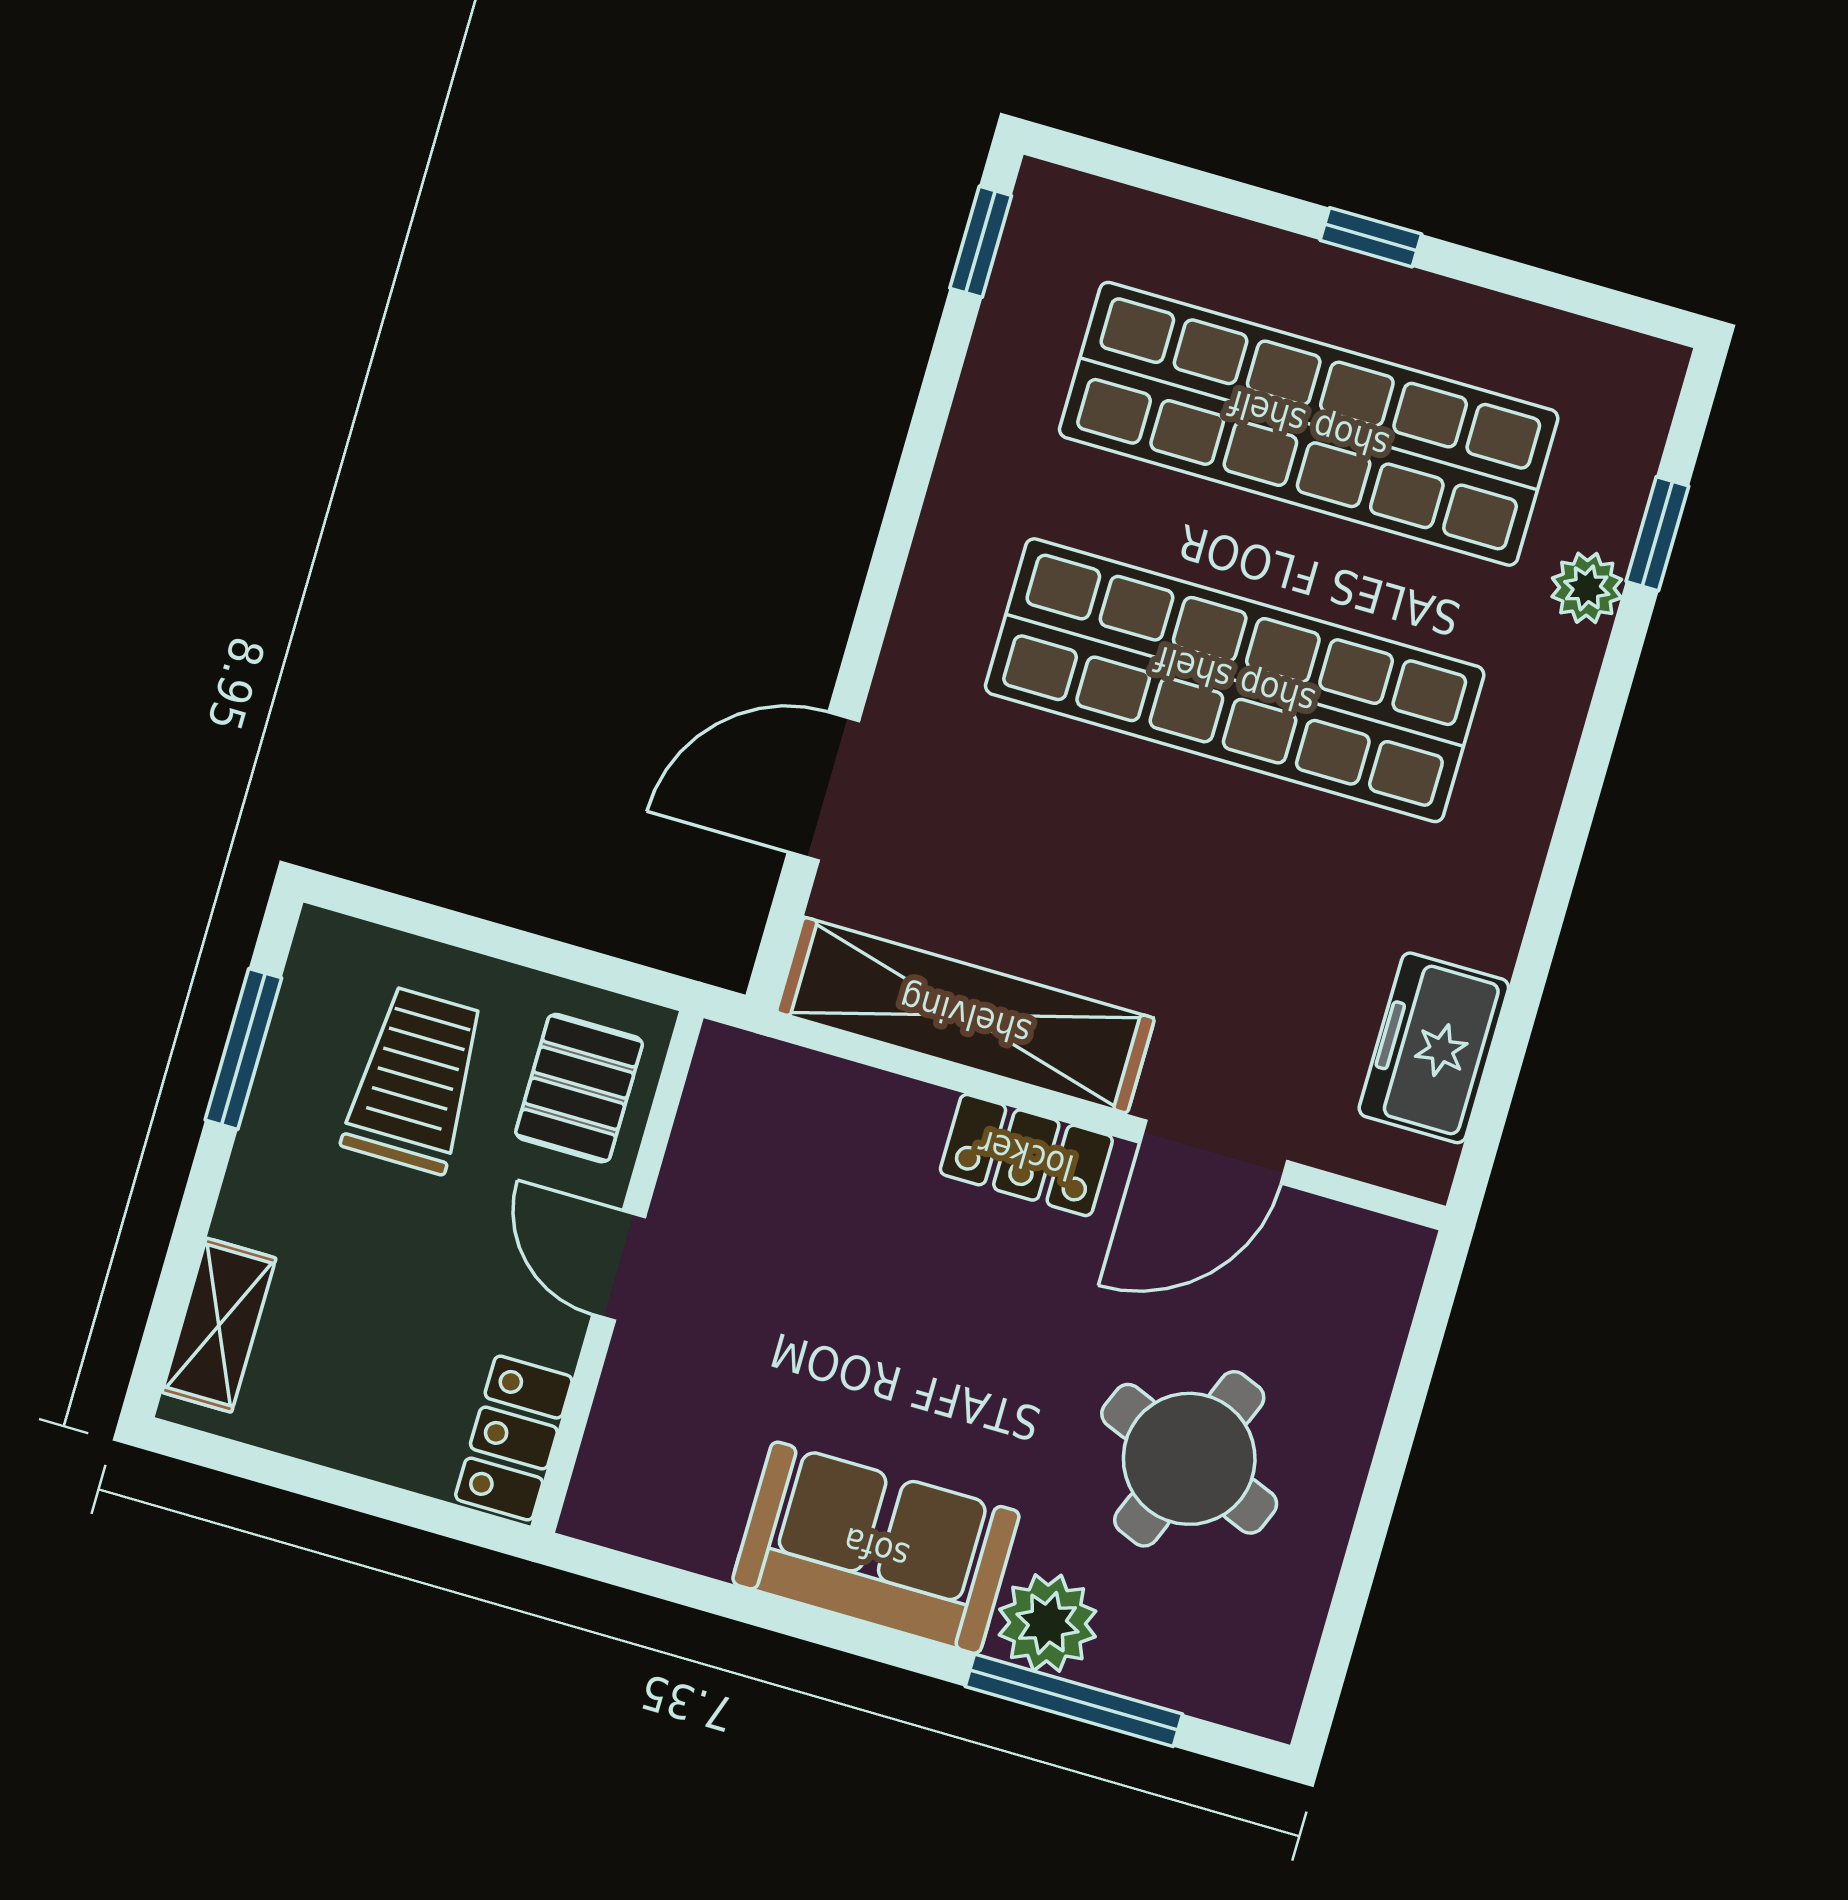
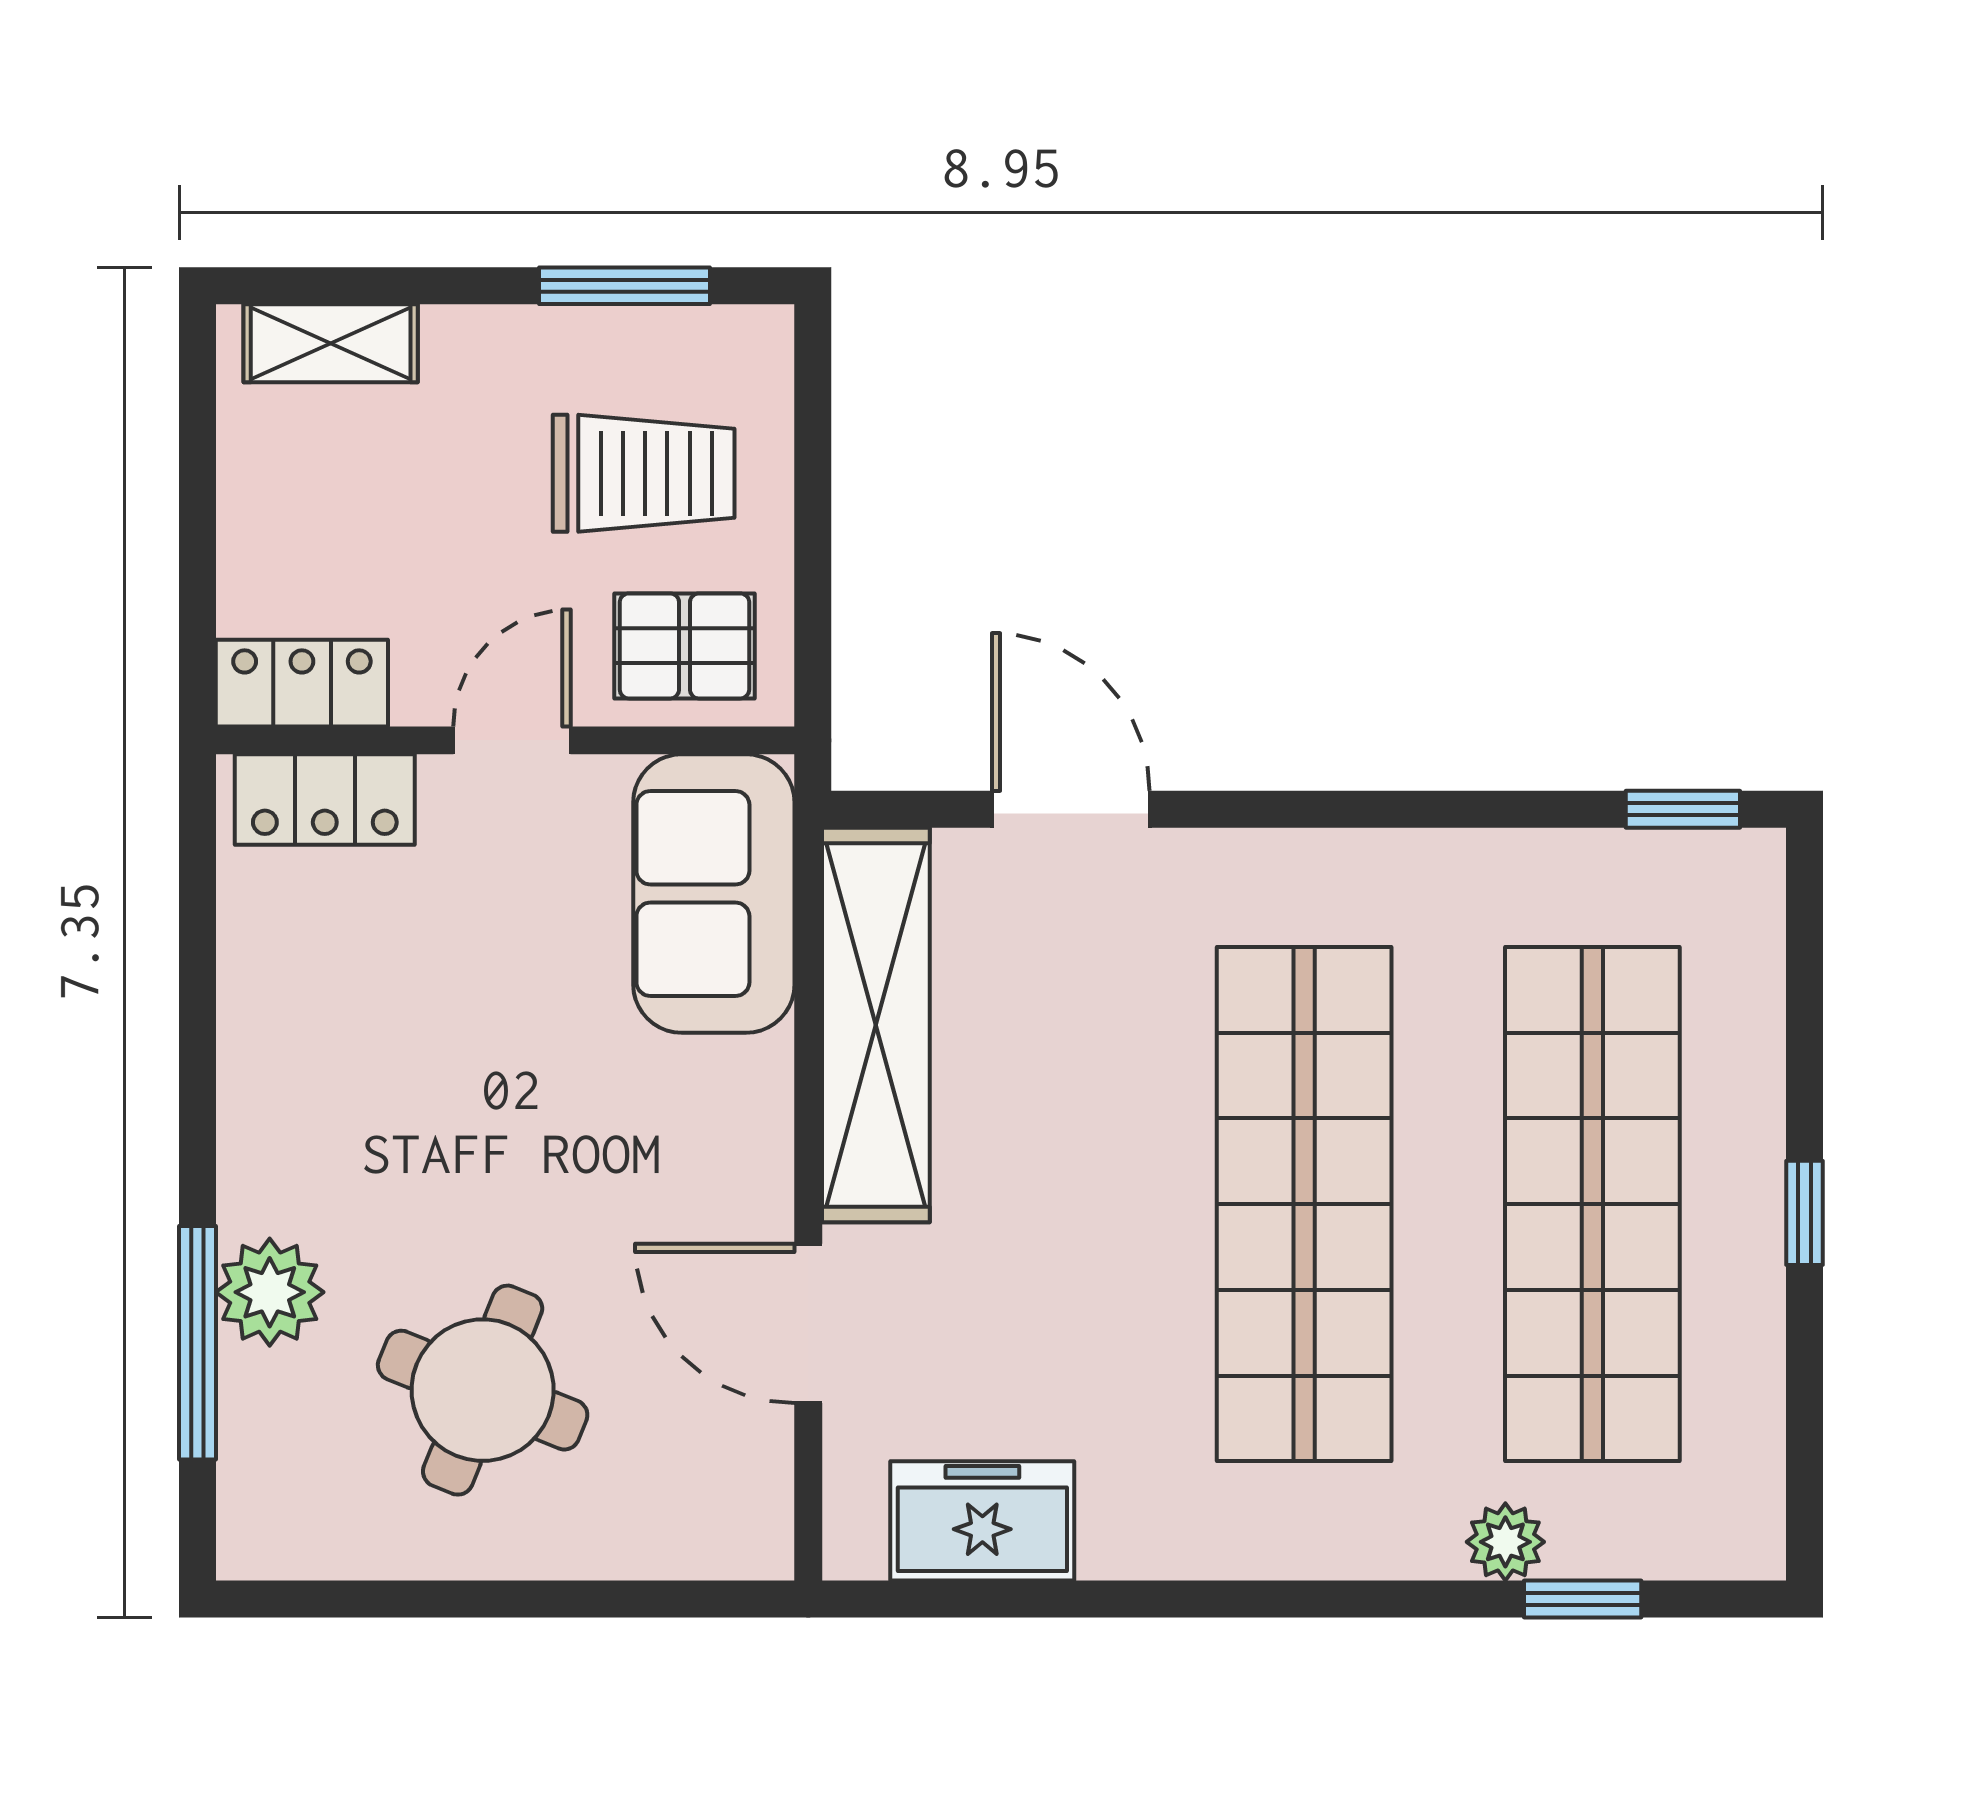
locker: (1026, 1155) -> (325, 800), moved, turned -90
sofa: (876, 1548) -> (714, 894), moved, turned 180

